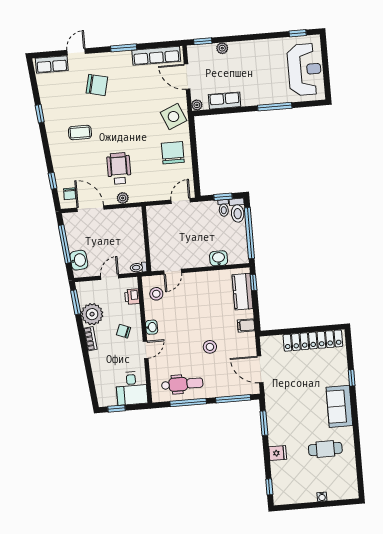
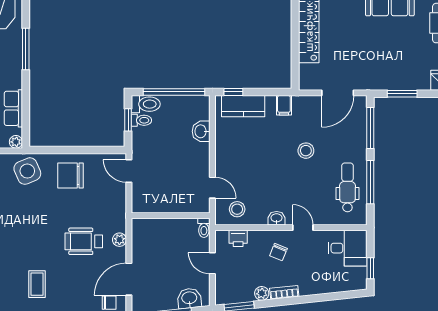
plant: (92, 314) -> (262, 293), width x0.53, depth x0.53

